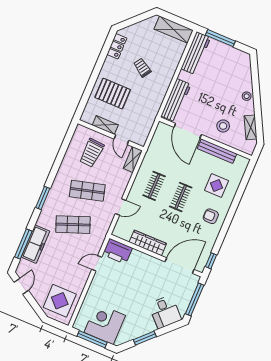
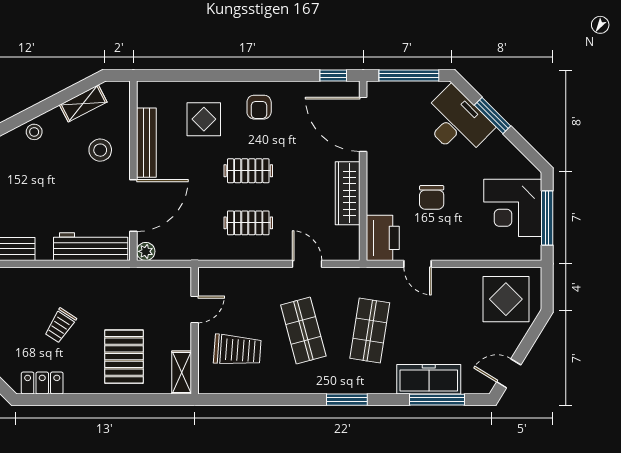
shelving: (105, 125) -> (182, 372), moved
plant: (162, 127) -> (146, 251), added
shelving: (133, 160) -> (220, 277), removed
shop shelf: (73, 225) -> (370, 331), turned 30
chair: (128, 285) -> (432, 197), added
desk: (165, 312) -> (456, 122), width x1.37
window: (145, 338) -> (493, 116), moved

